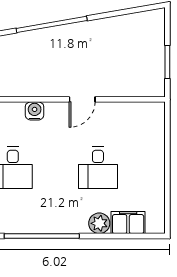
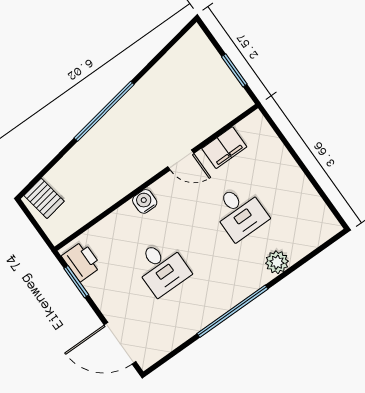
door: (82, 99) -> (181, 160), hinge flipped
filing cabinet: (128, 222) -> (224, 148), moved, turned 180

